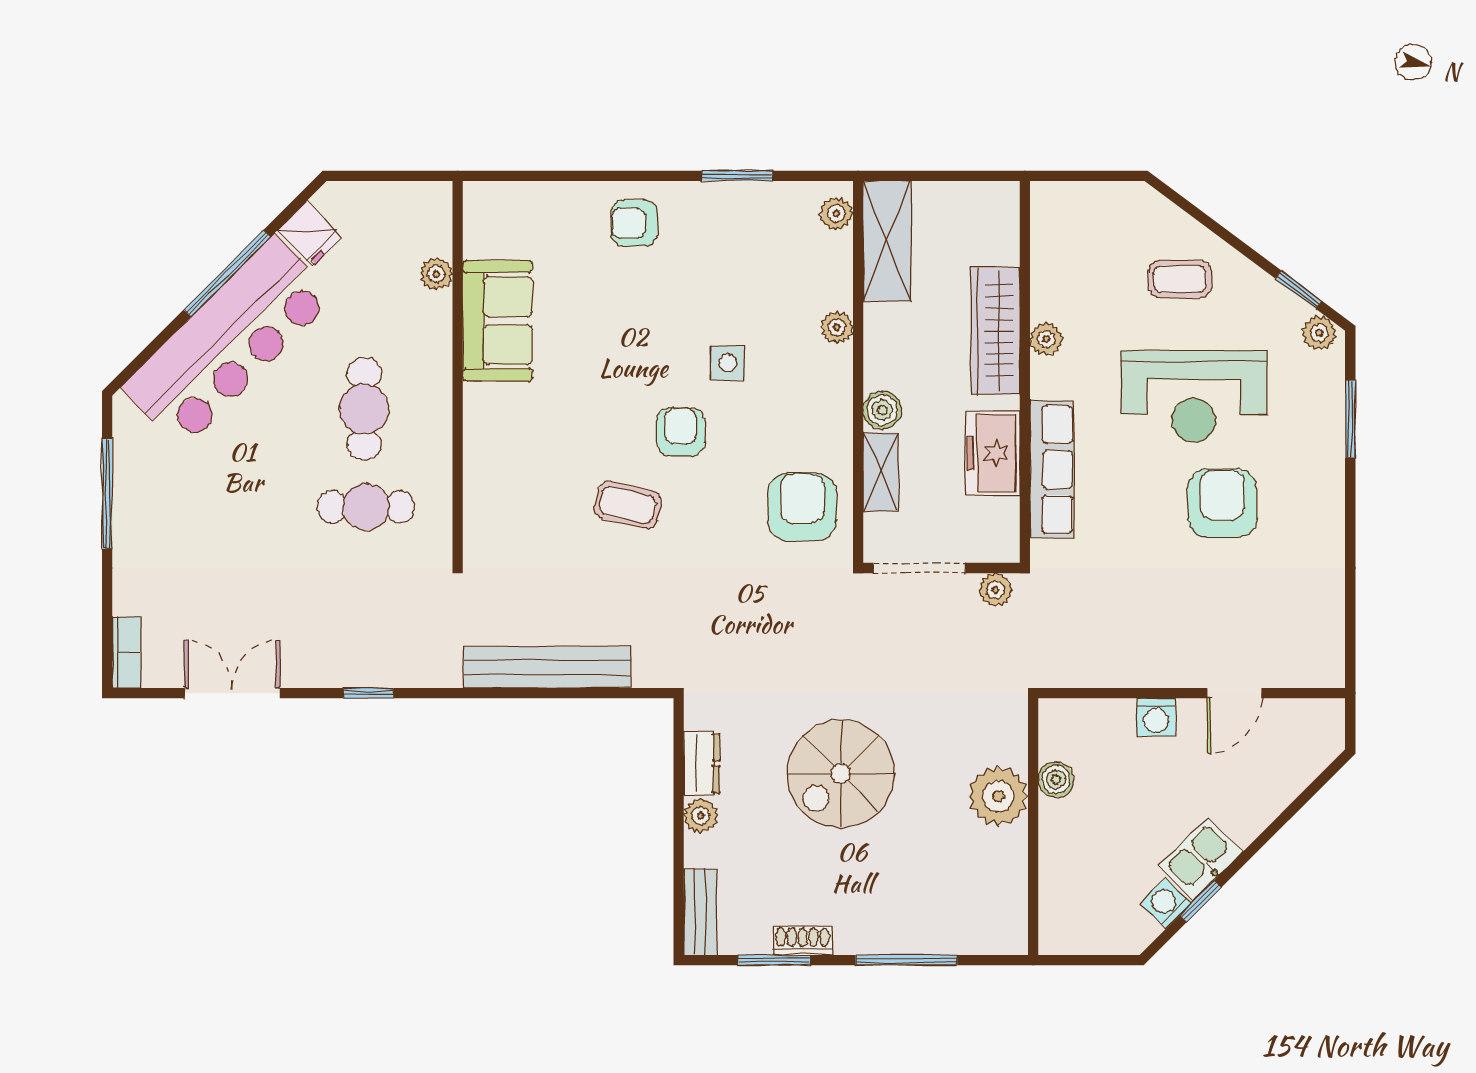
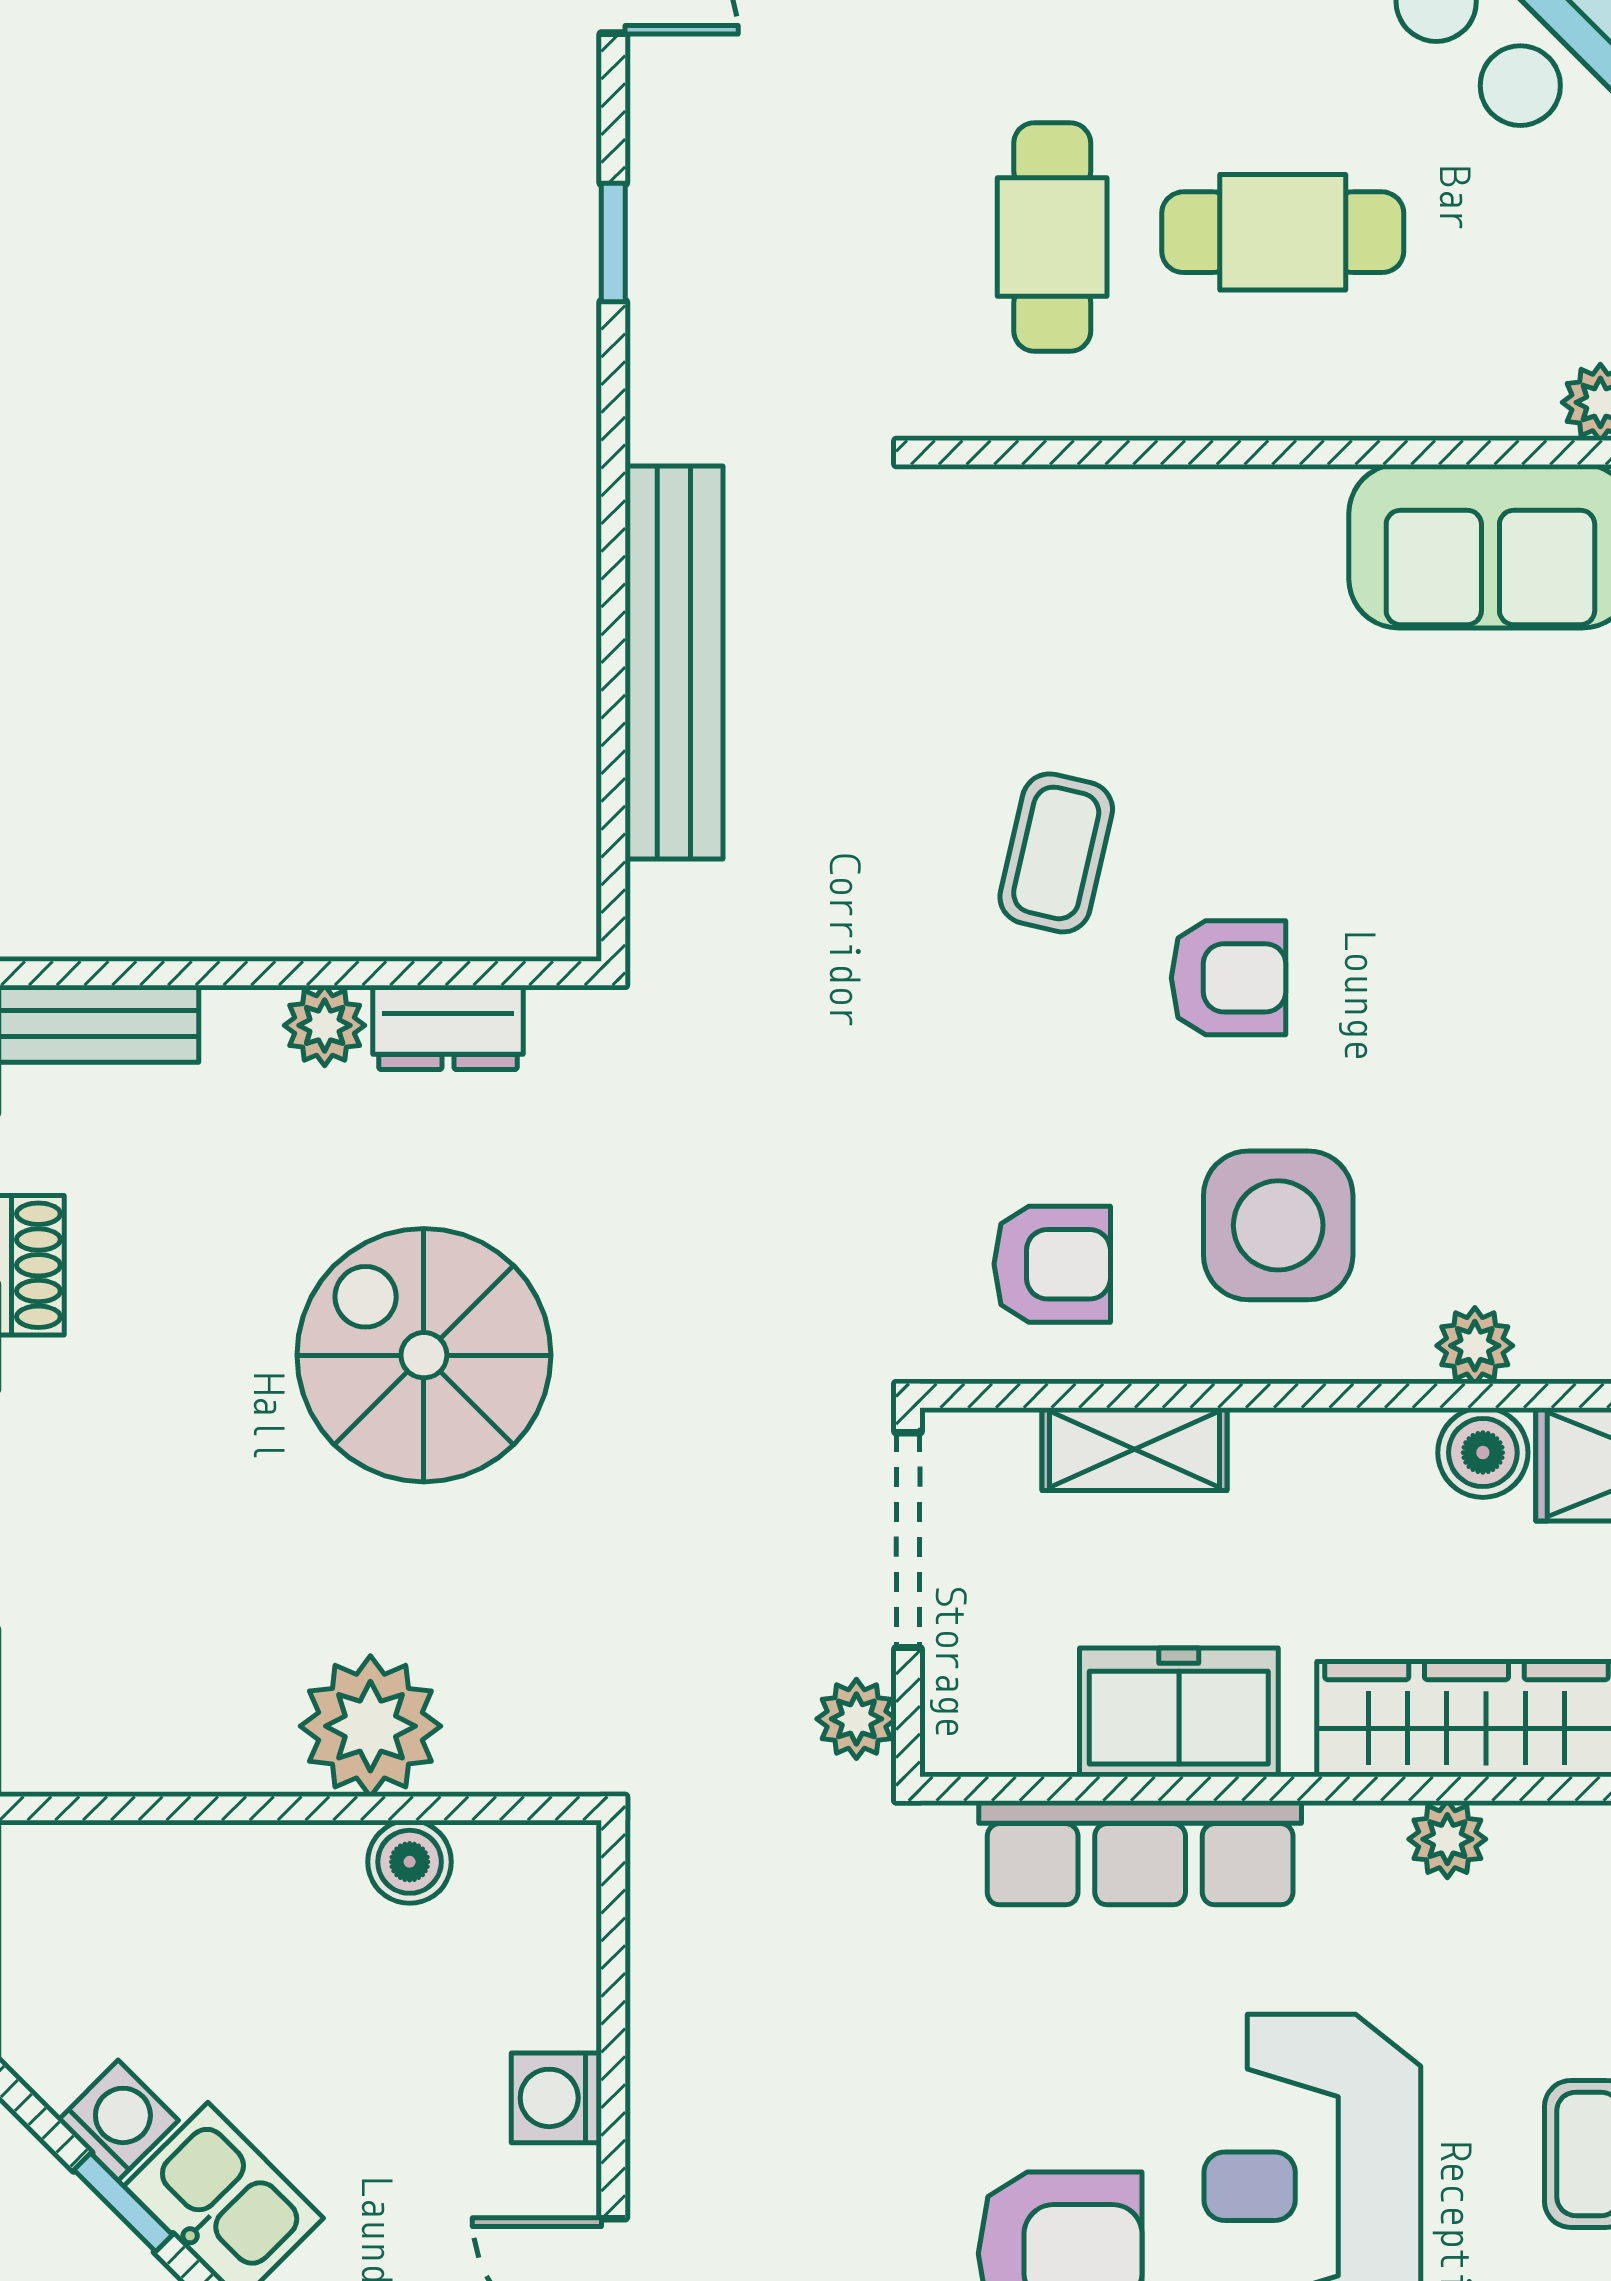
side table: (728, 363) -> (1278, 1225), moved, width x1.87, depth x1.87
boiler: (882, 410) -> (1483, 1453), moved
armchair: (802, 507) -> (1052, 1264), width x0.72, depth x0.72

